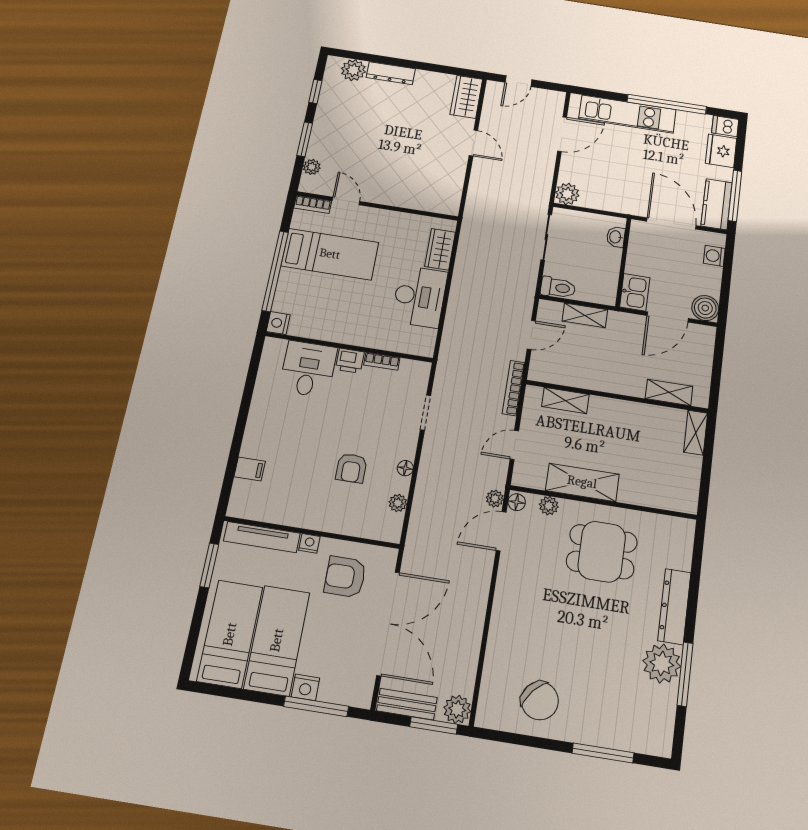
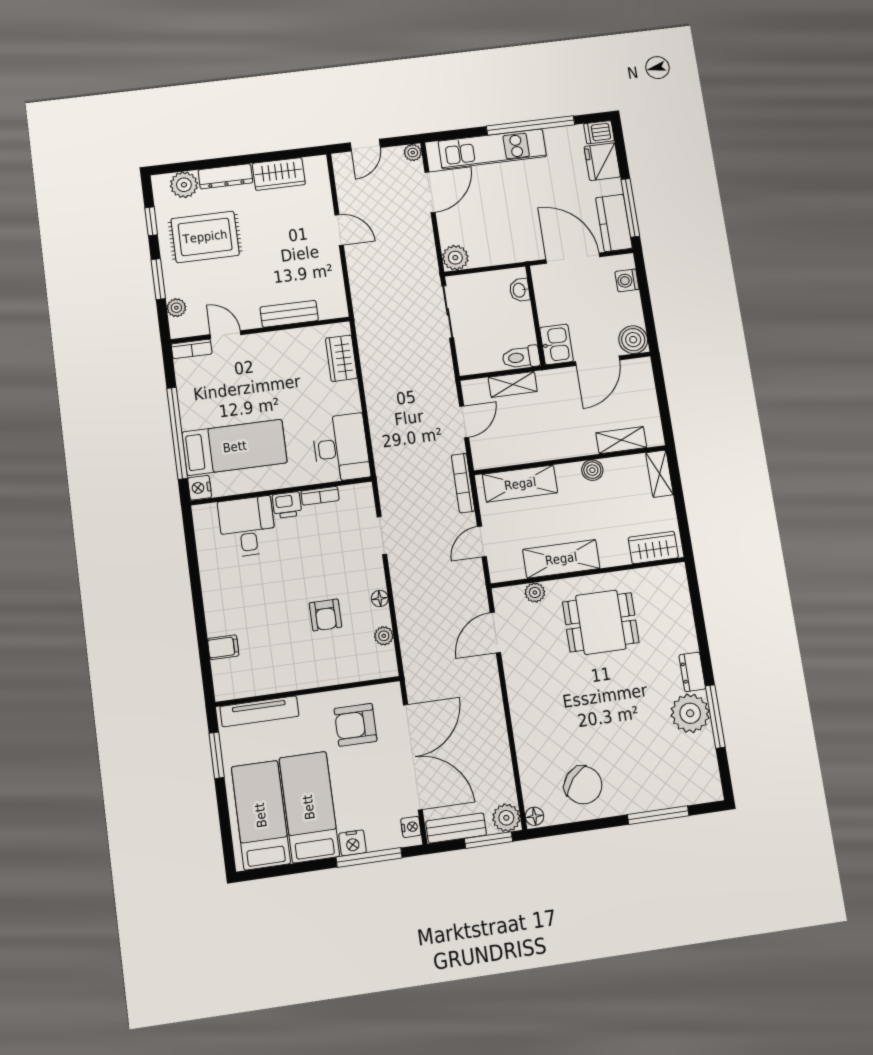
wardrobe: (466, 97) -> (279, 174), moved, turned -90
rug: (357, 117) -> (205, 237), added
bench: (407, 199) -> (289, 314), added
bed: (330, 254) -> (235, 447), moved
toilet: (558, 288) -> (521, 357), moved, turned 180
desk: (420, 297) -> (341, 448), moved
shelving: (565, 400) -> (520, 484), width x1.50, depth x1.33
boiler: (635, 411) -> (592, 470), added
wardrobe: (671, 498) -> (653, 548), added
plant: (495, 499) -> (413, 153), moved
floor lamp: (517, 502) -> (534, 816), moved
nightstand: (309, 543) -> (411, 827), moved, turned 90
dresser: (674, 606) -> (692, 672), width x0.51, depth x0.80

